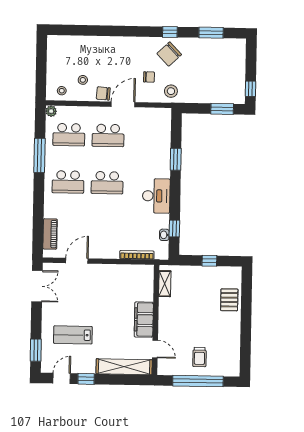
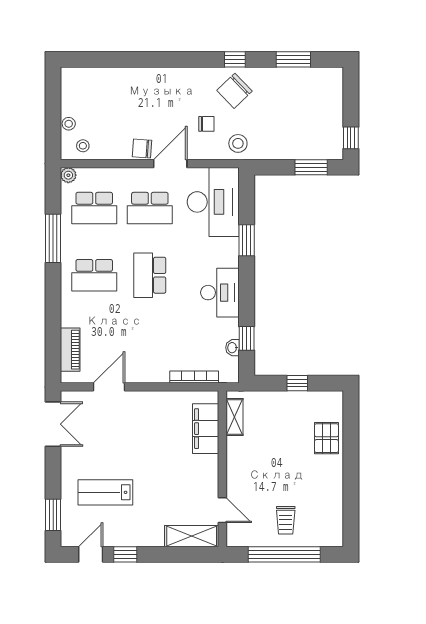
stool: (83, 80) -> (69, 124), moved
desk: (153, 132) -> (213, 202), added
school desk: (107, 183) -> (150, 275), turned 90
filing cabinet: (144, 320) -> (206, 429), moved
shelving: (124, 367) -> (192, 536), width x0.68

